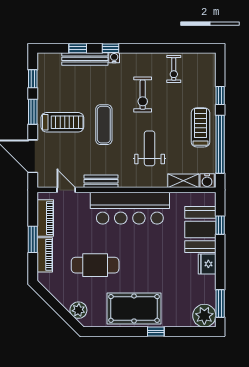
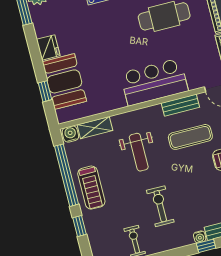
exercise mat: (104, 125) -> (190, 137), moved, turned 90
bar counter: (130, 208) -> (154, 82), width x0.73

